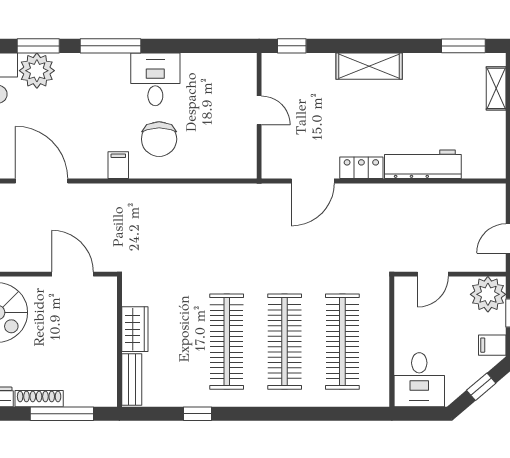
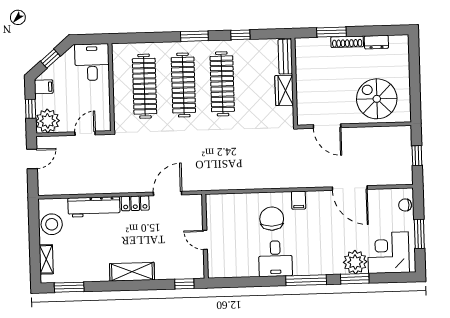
stool: (486, 140) -> (52, 224), added
window: (62, 414) -> (331, 32), width x0.69
window: (266, 414) -> (194, 36), added

